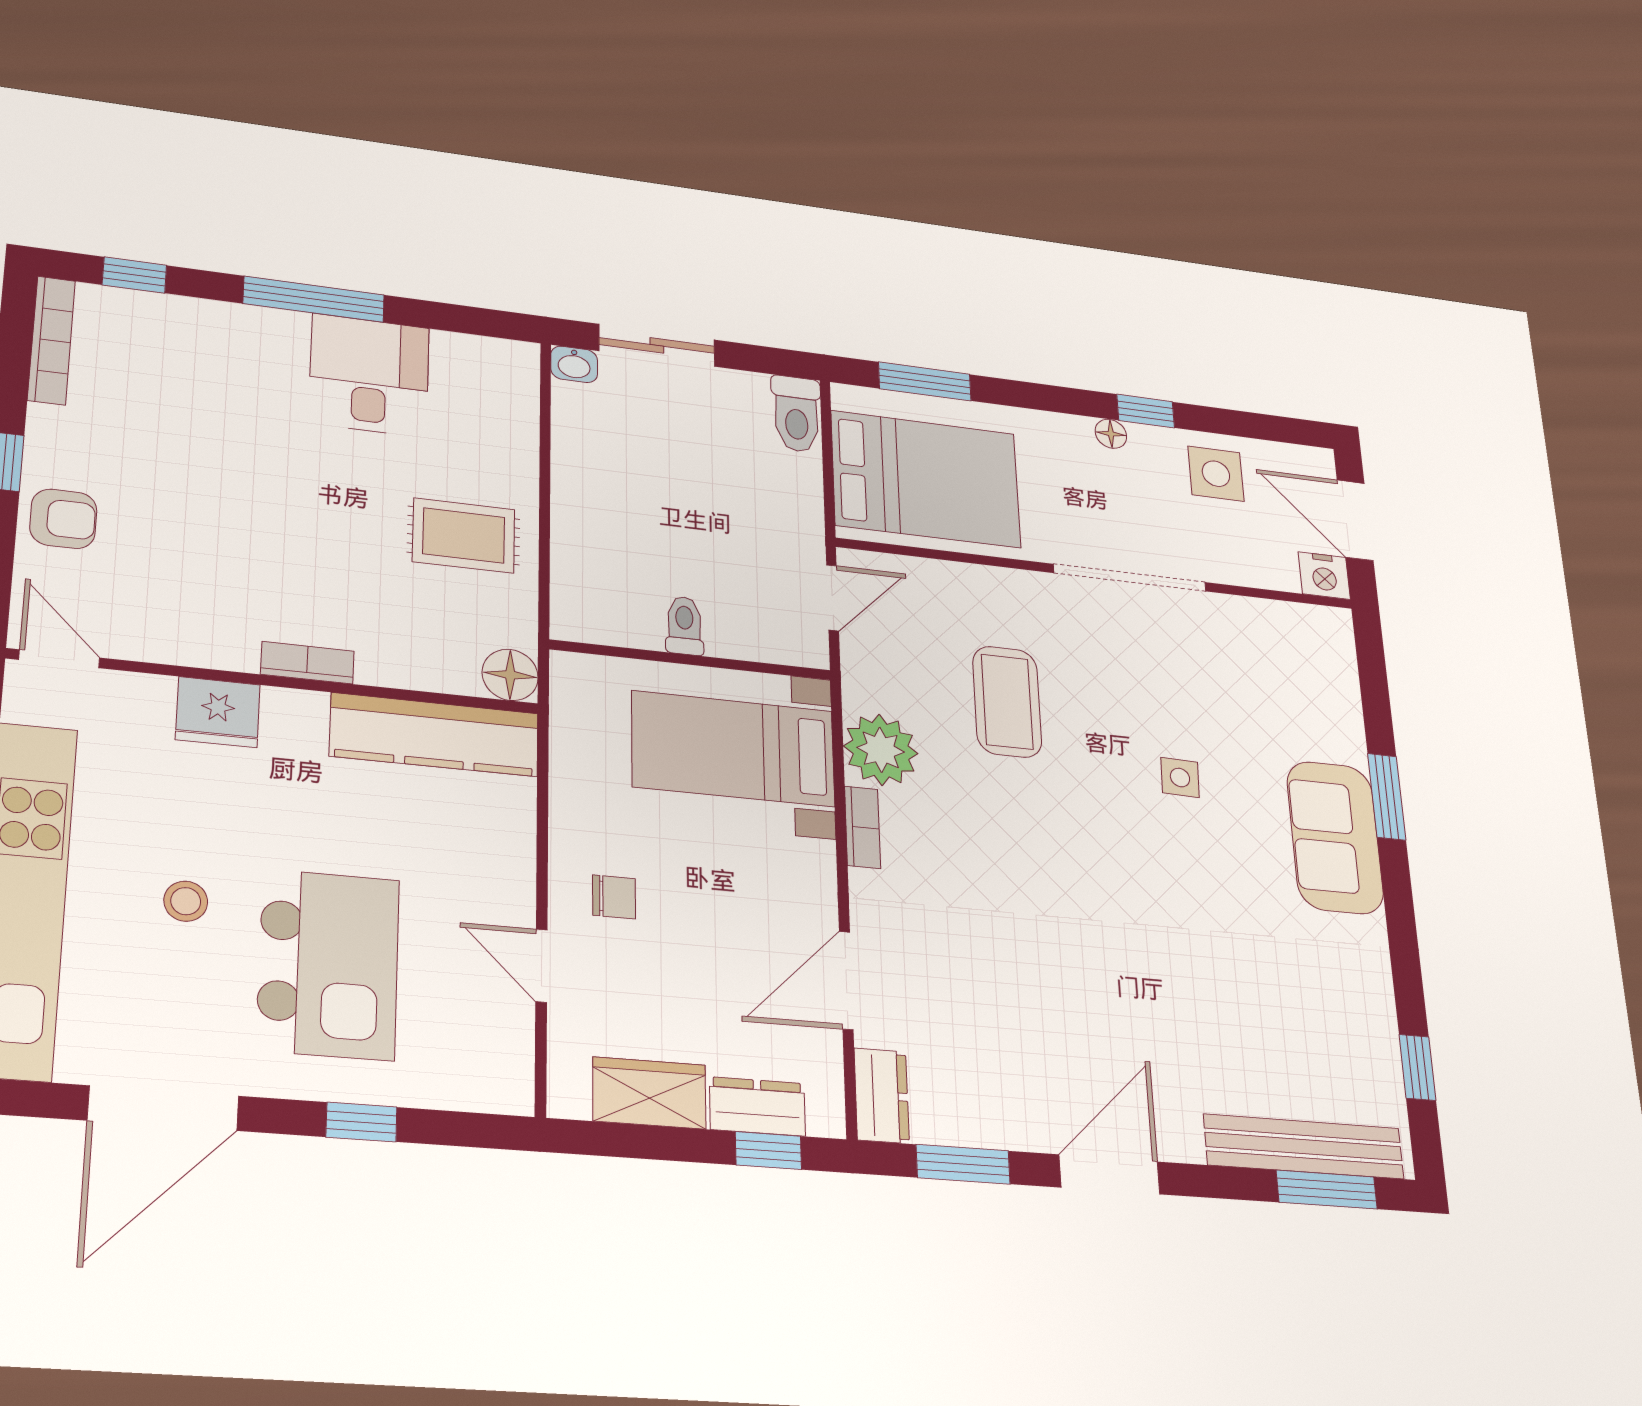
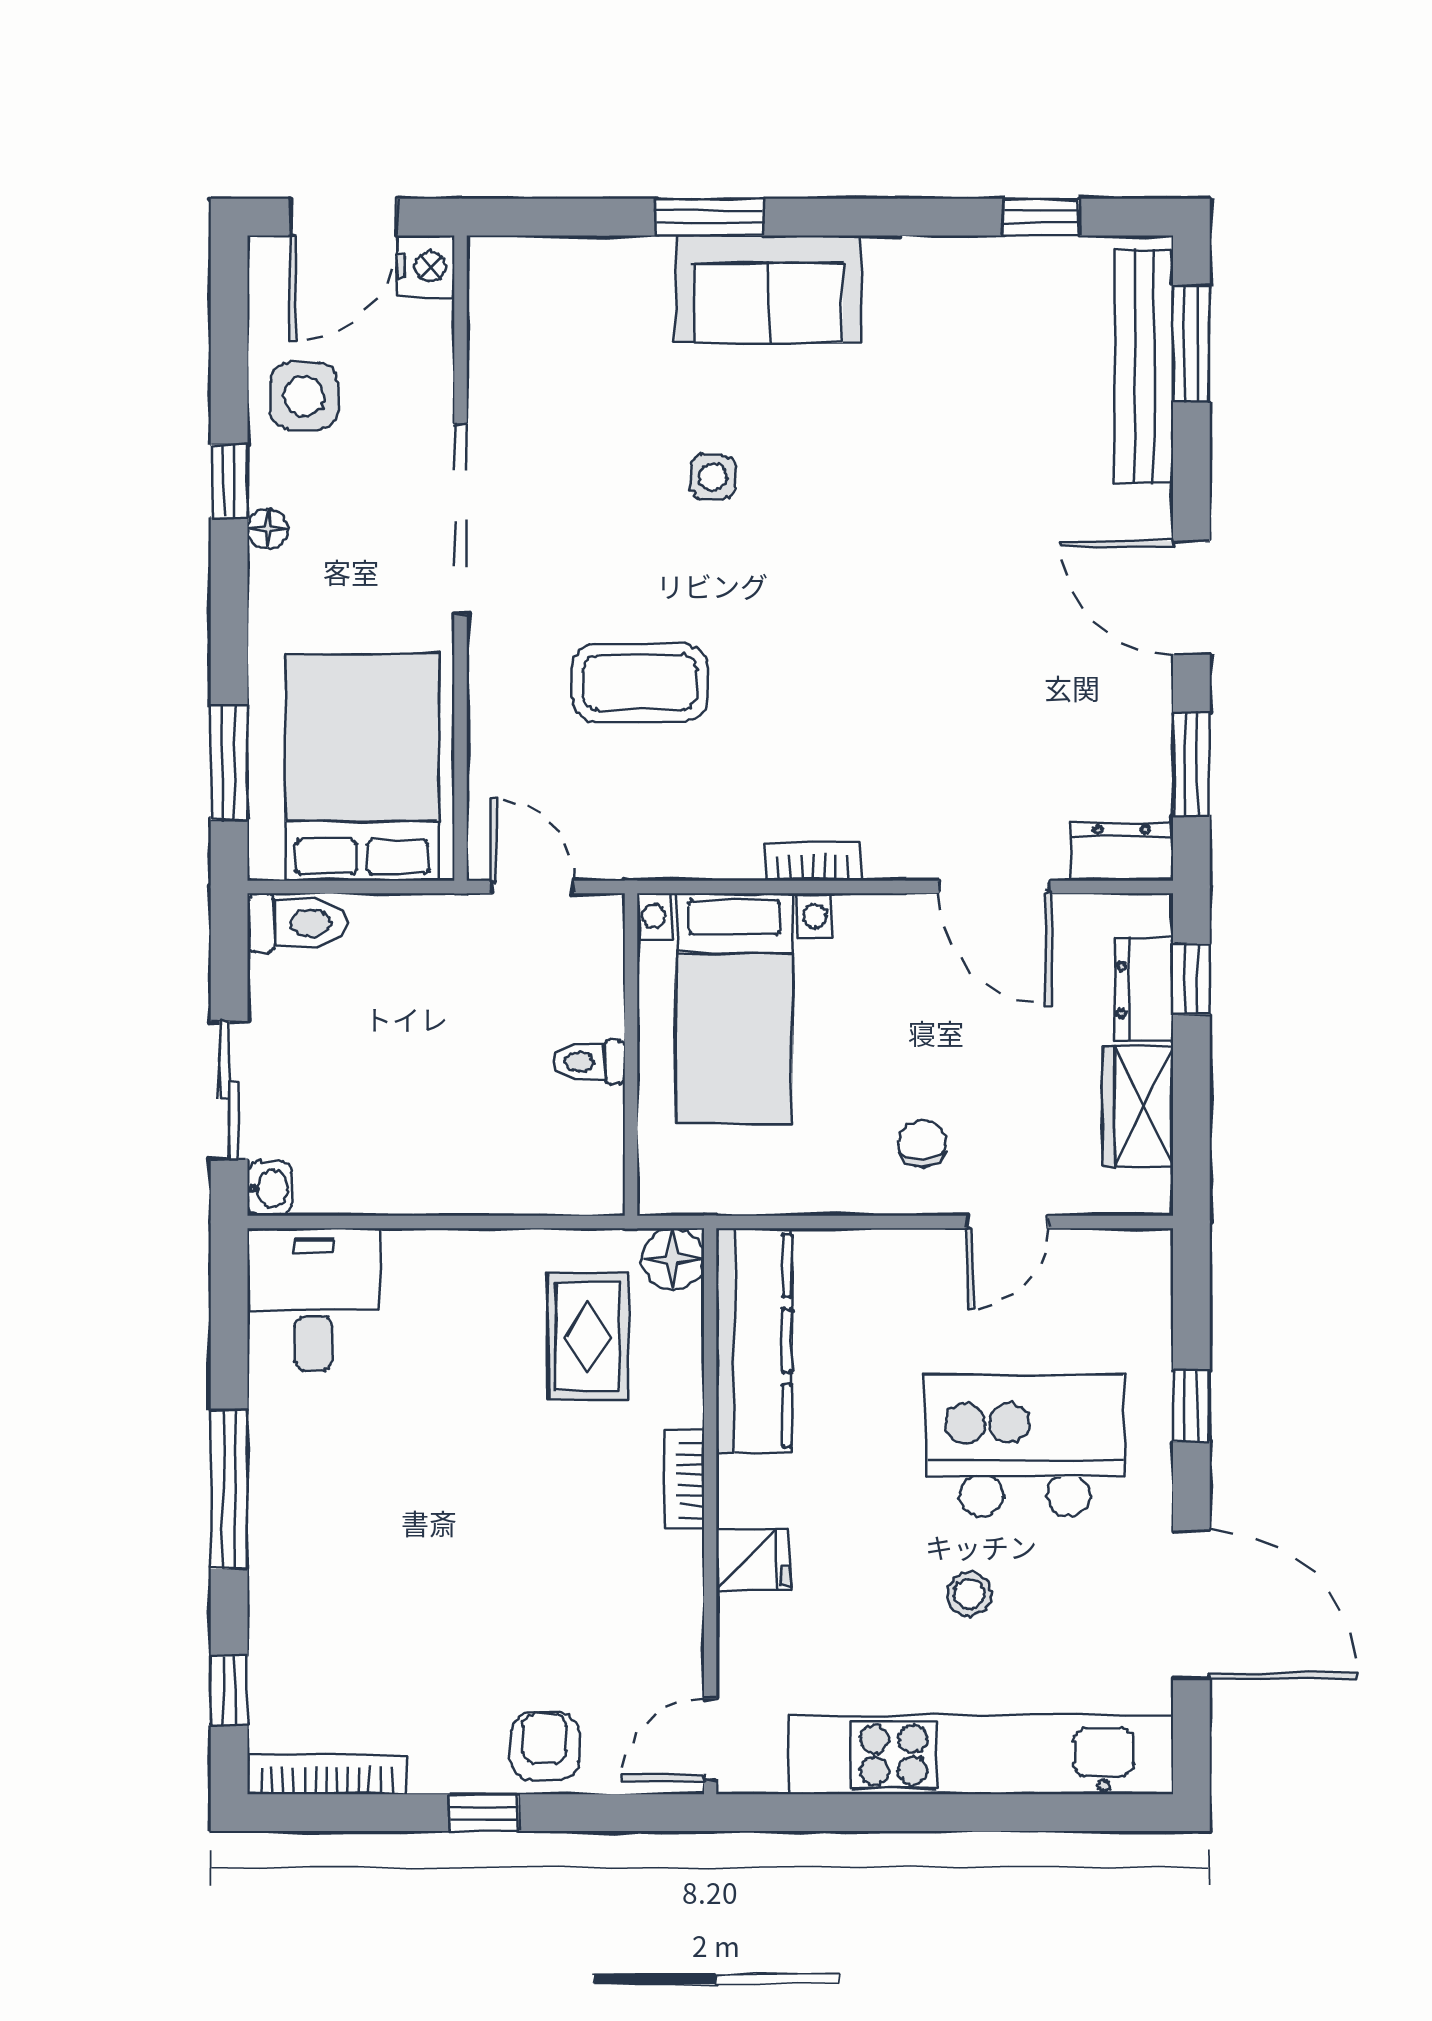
desk: (369, 375) -> (314, 1299), moved, turned 90
rug: (464, 535) -> (588, 1336), moved
fridge: (218, 712) -> (753, 1560), width x0.72
plant: (881, 750) -> (717, 837), removed

